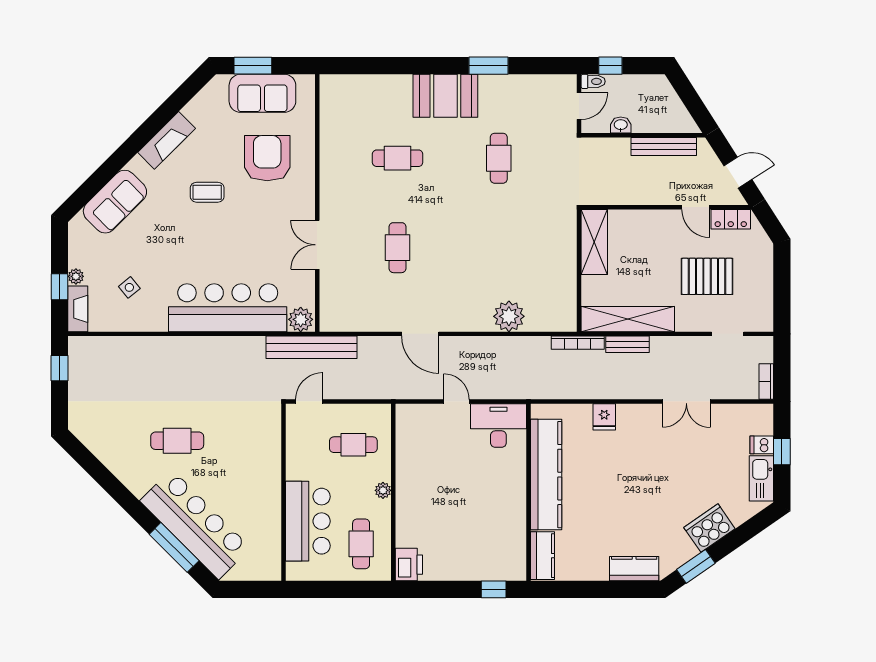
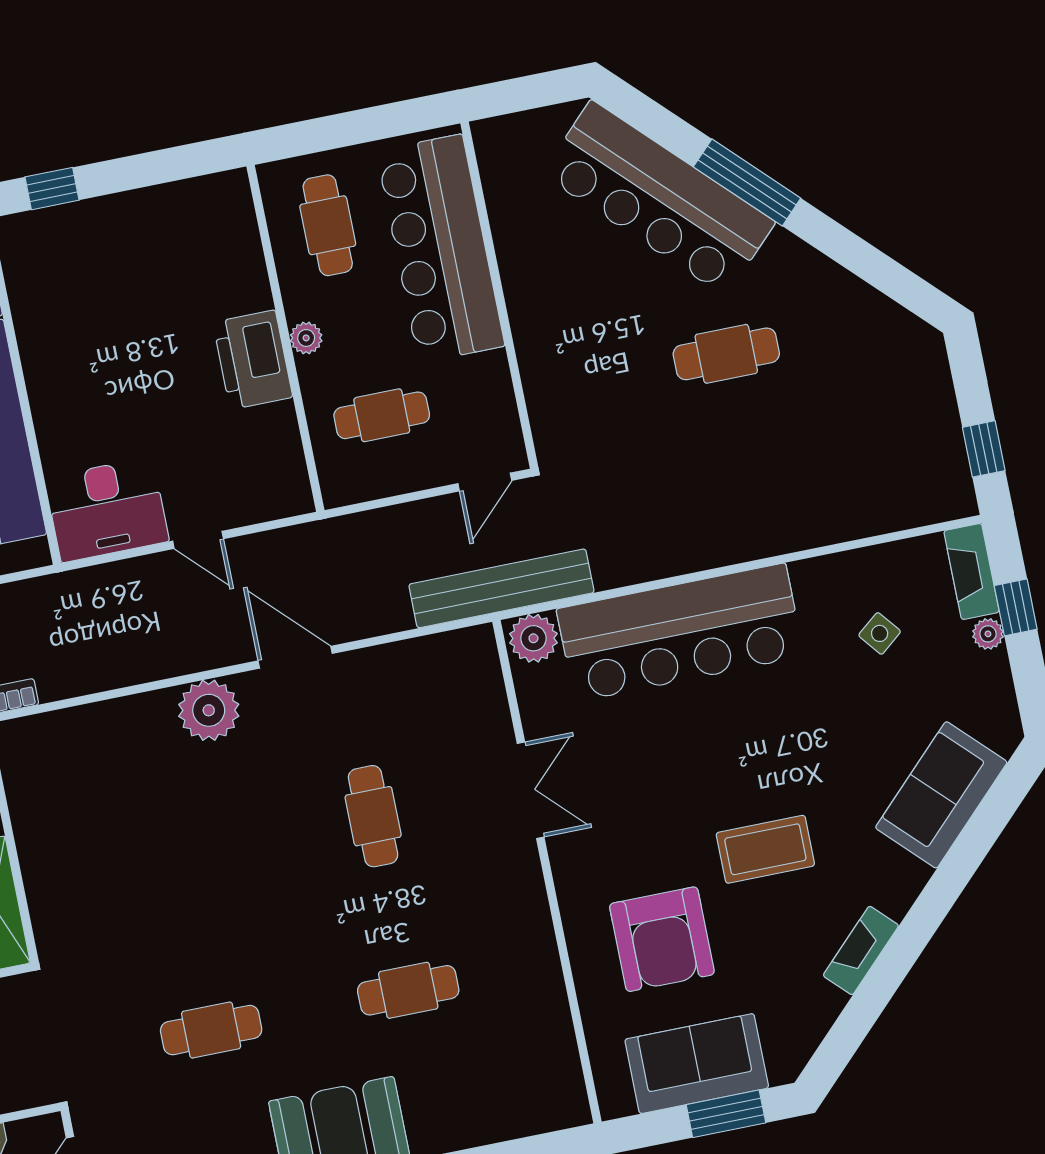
fireplace: (167, 140) -> (861, 950), width x0.73, depth x0.76
cafe table: (499, 158) -> (211, 1030), turned 90
coffee table: (207, 192) -> (765, 849), width x1.36, depth x1.30
plant: (509, 316) -> (209, 710), moved
bar counter: (308, 521) -> (440, 249), width x1.36
window: (174, 547) -> (747, 183), moved
printer: (409, 565) -> (253, 360), moved, width x1.37, depth x1.19

